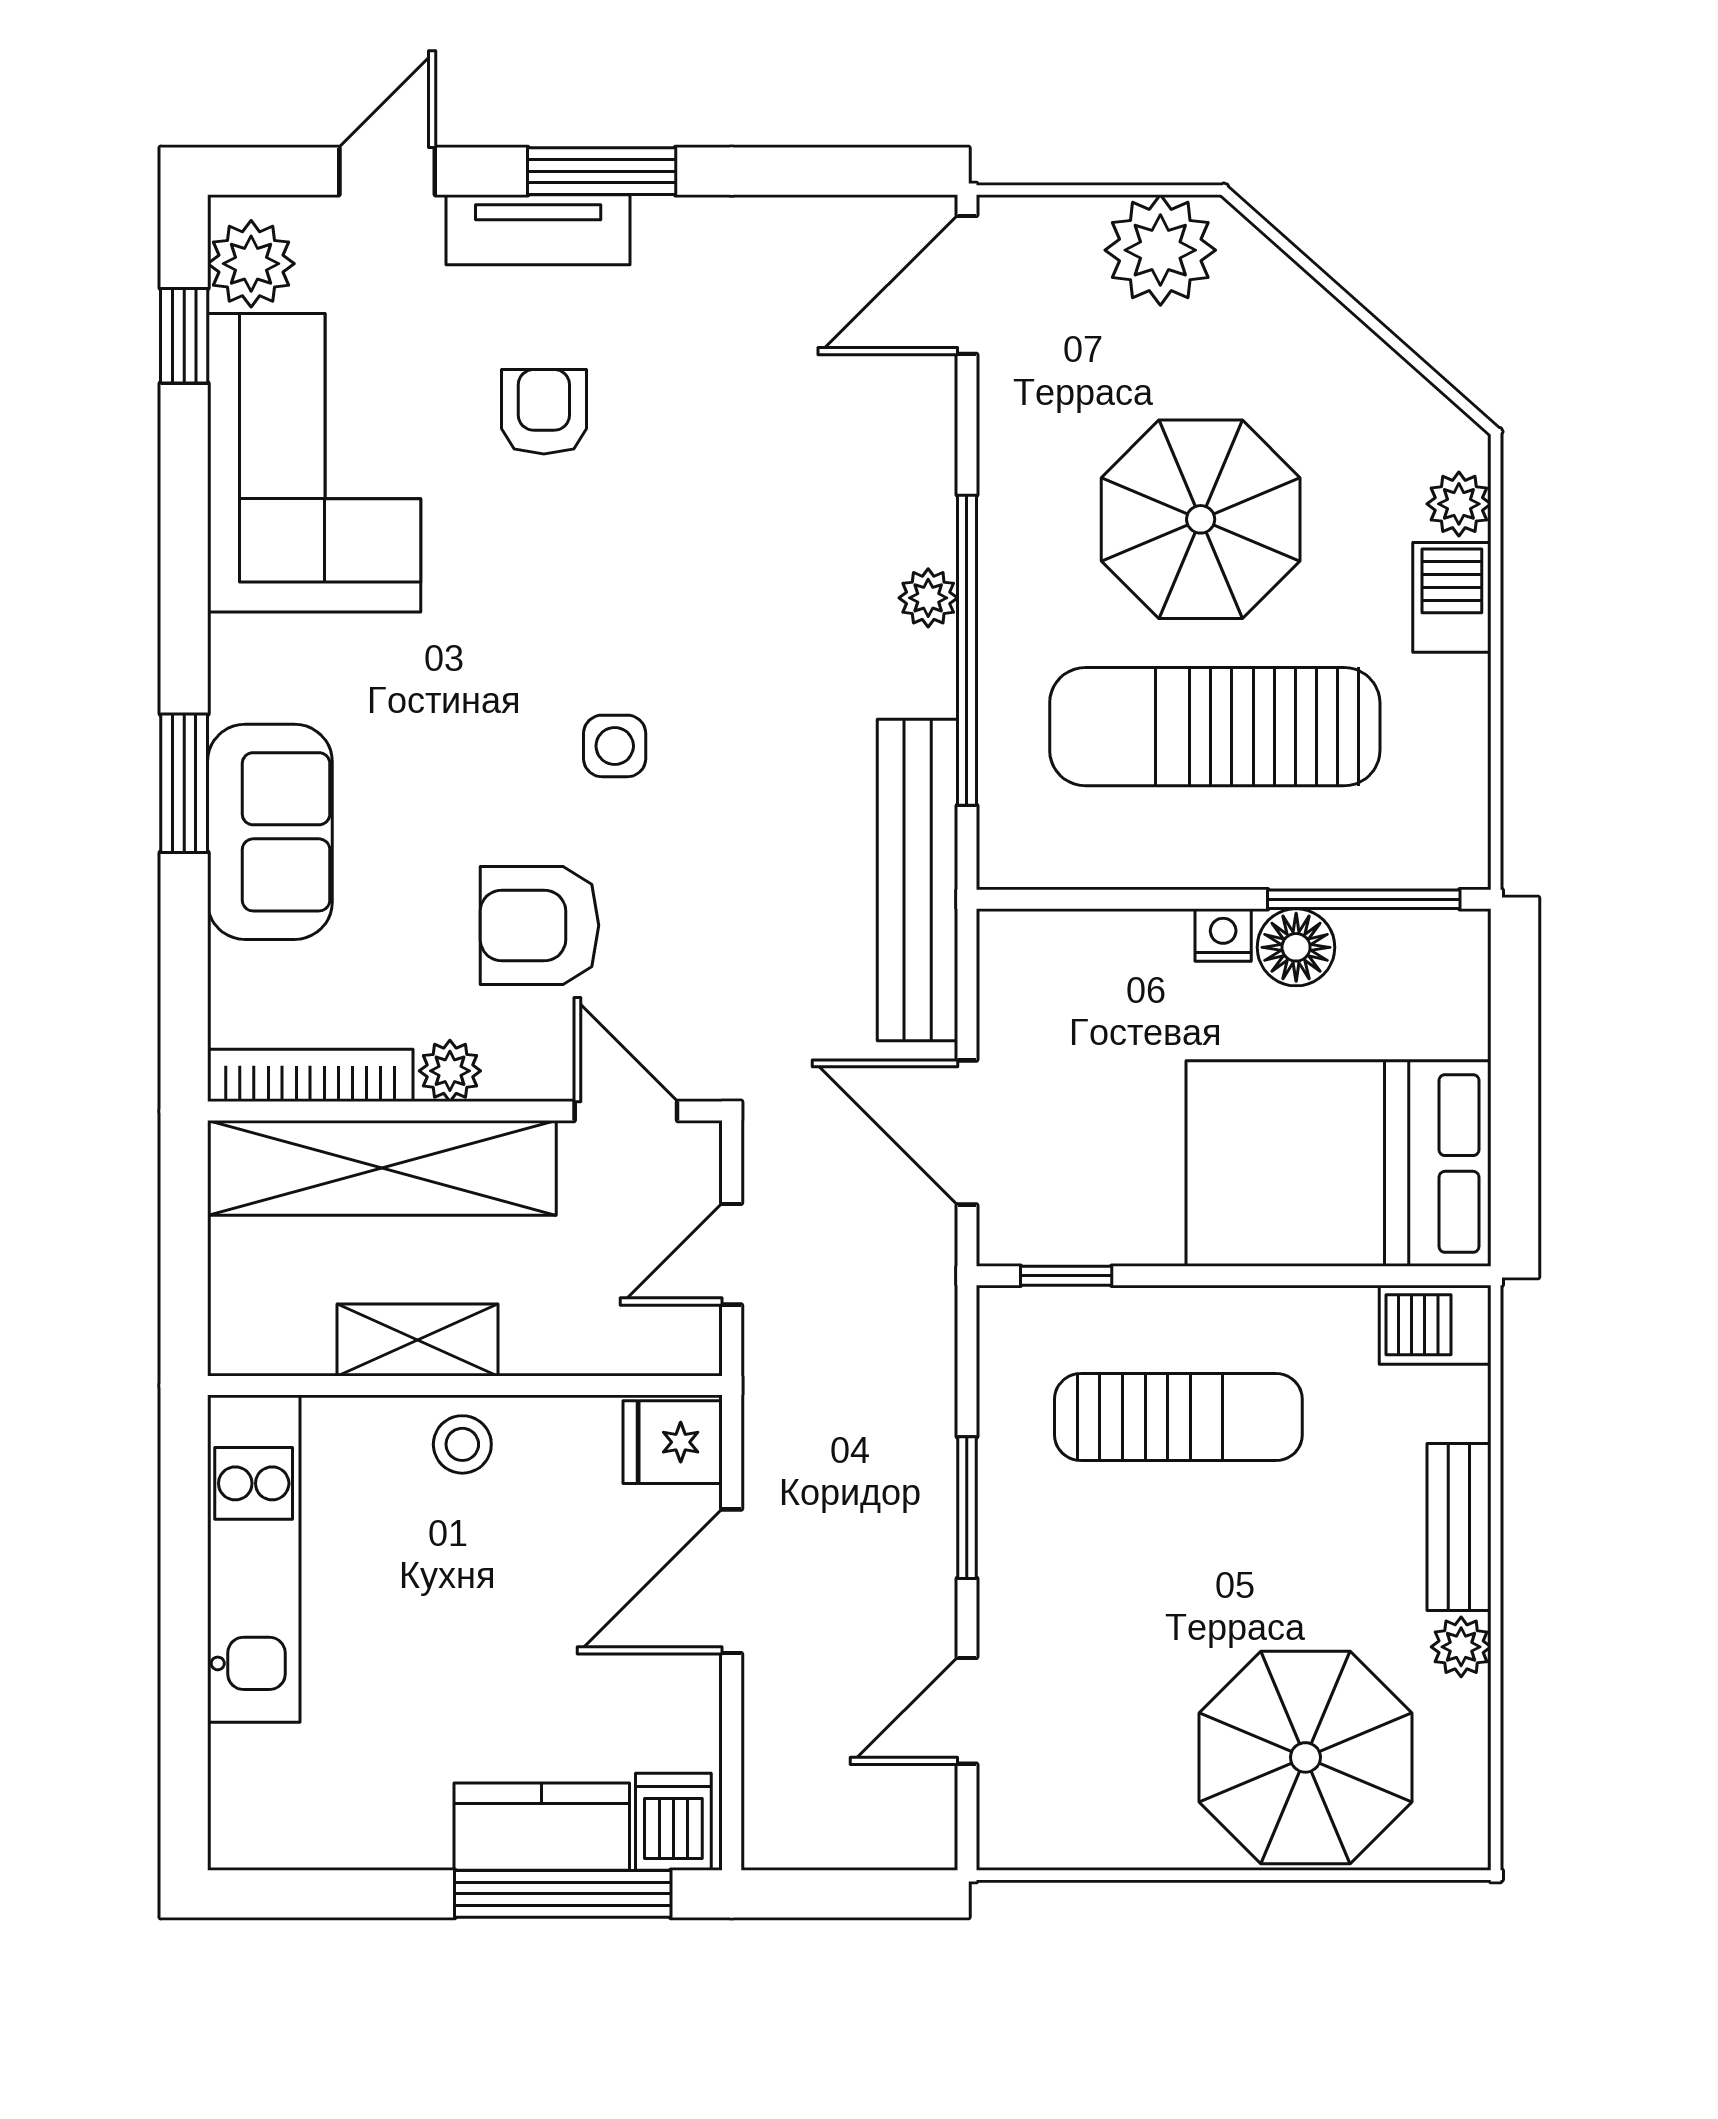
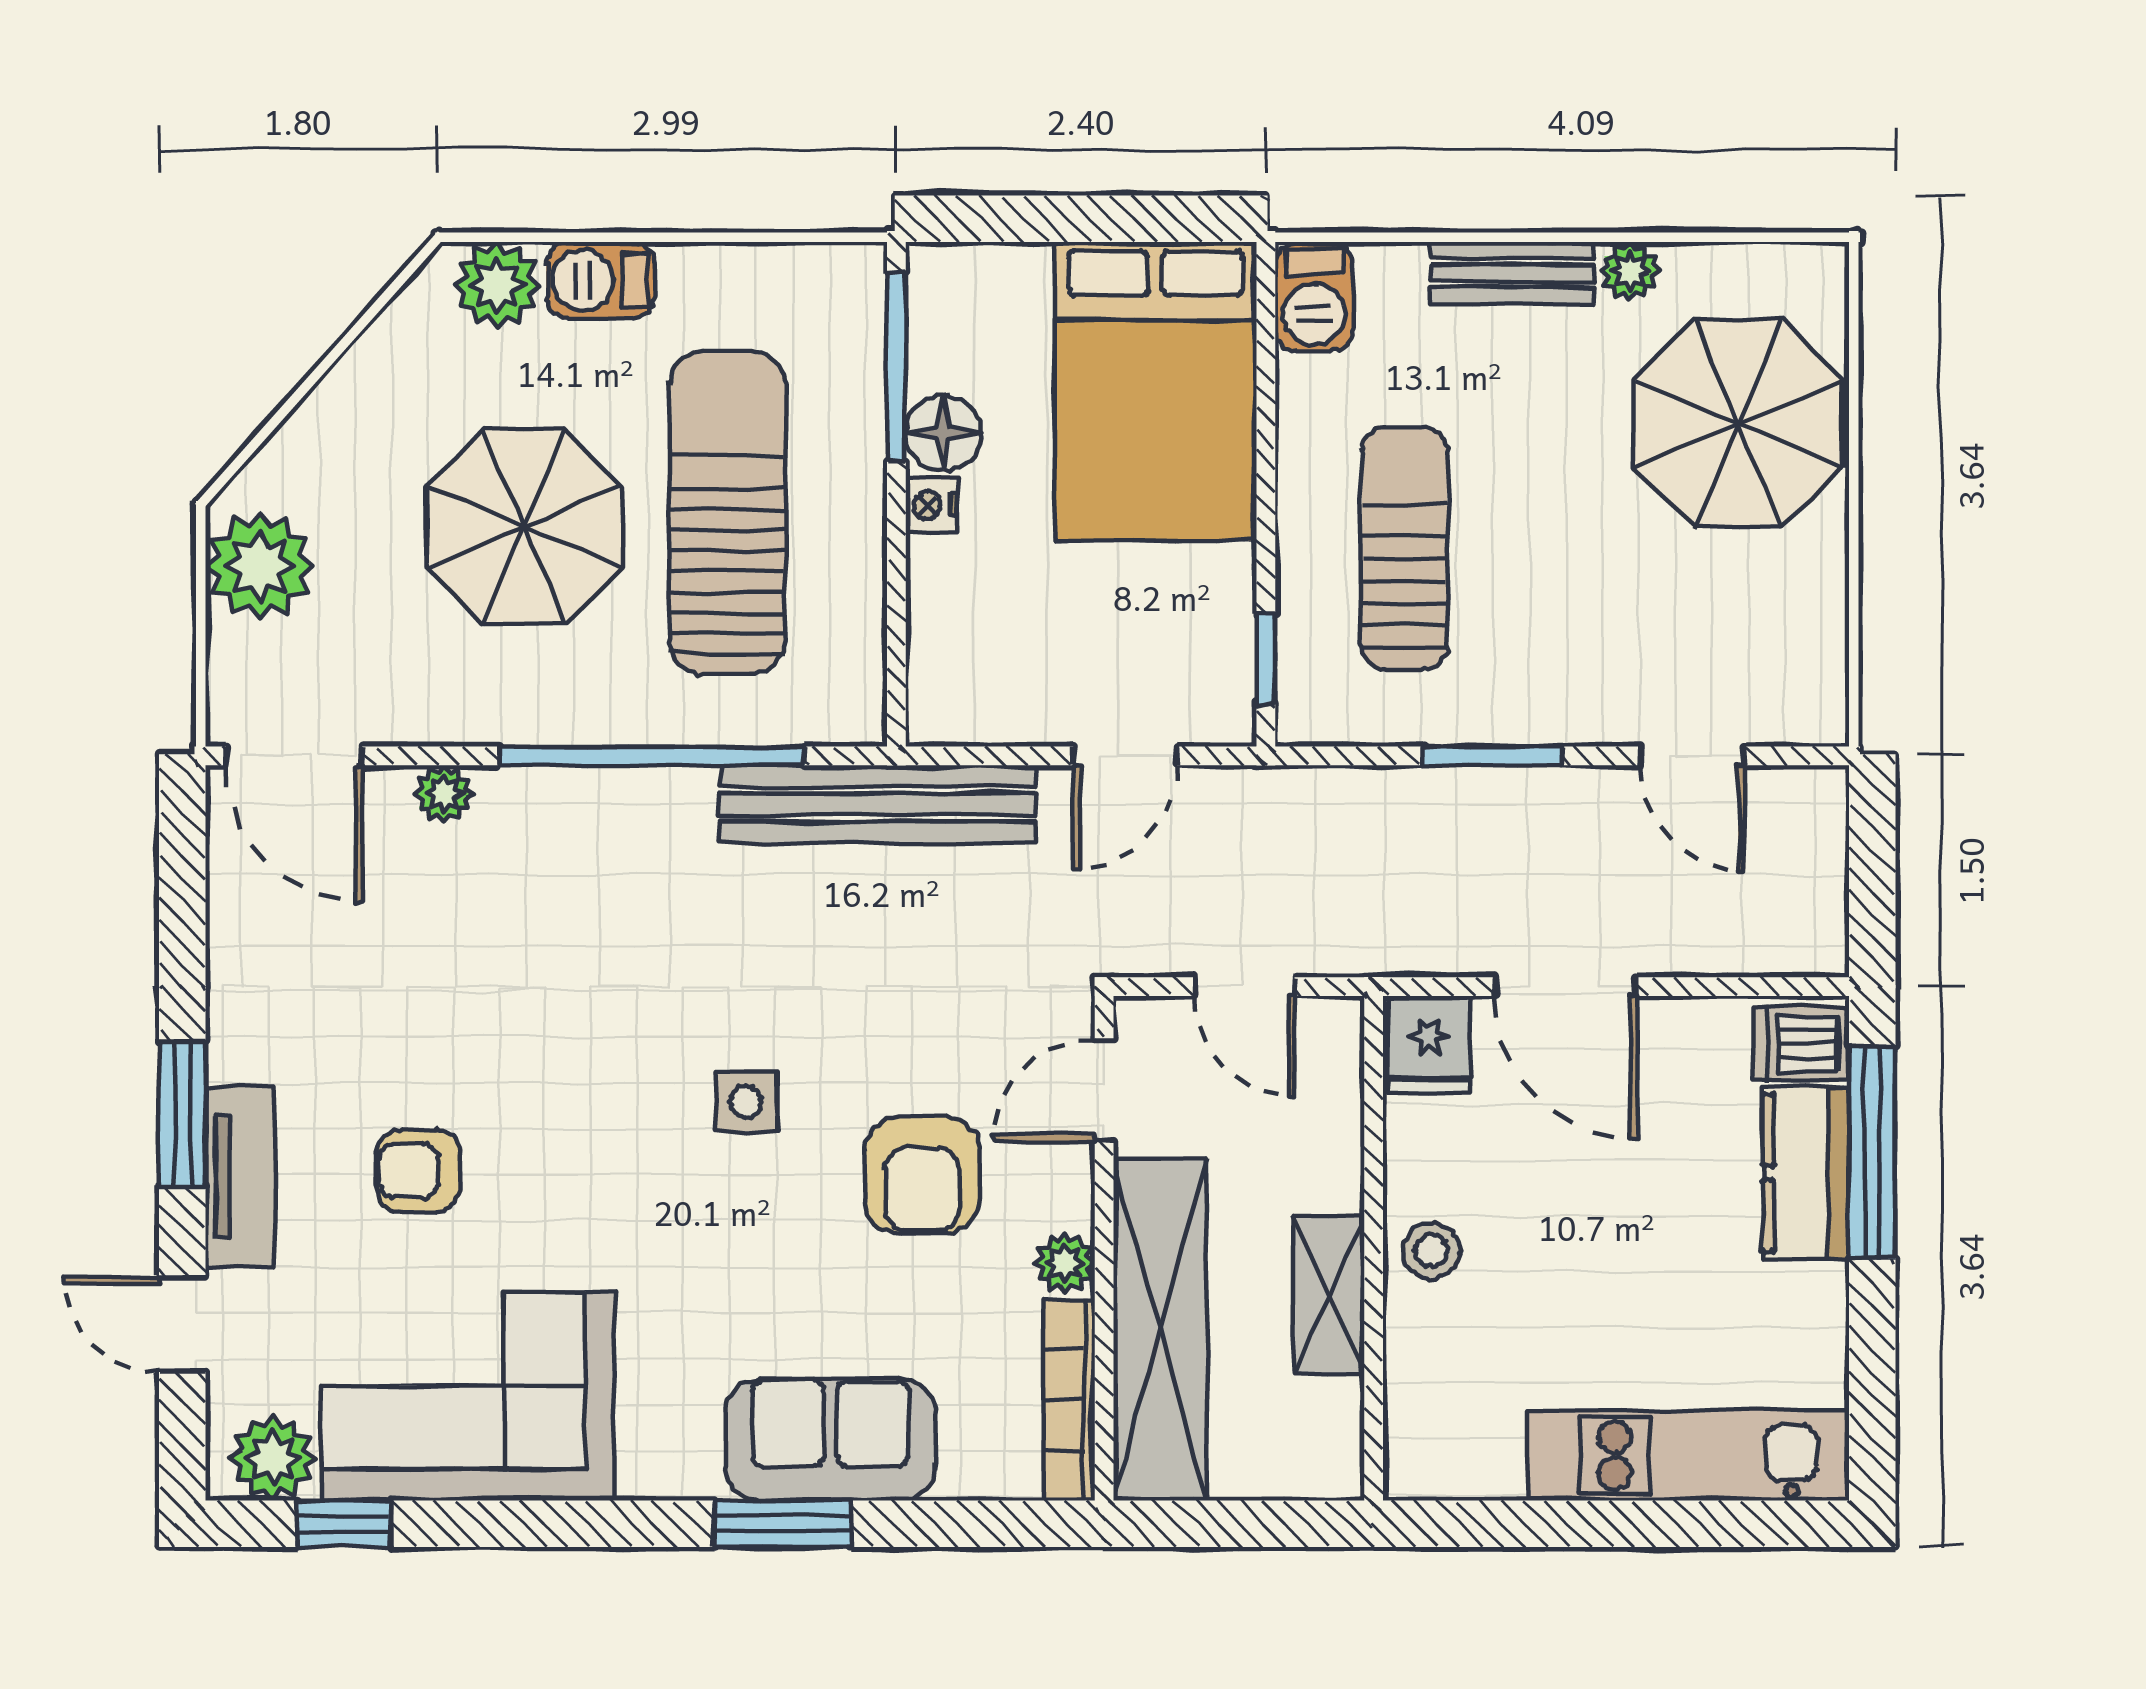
plant: (1459, 504) -> (497, 285), width x1.38, depth x1.38
plant: (928, 598) -> (444, 794), moved
sun lounger: (1215, 727) -> (727, 513), turned 180
door: (967, 1132) -> (1125, 756), width x0.73
kitchen unit: (254, 1559) -> (1689, 1455), moved

